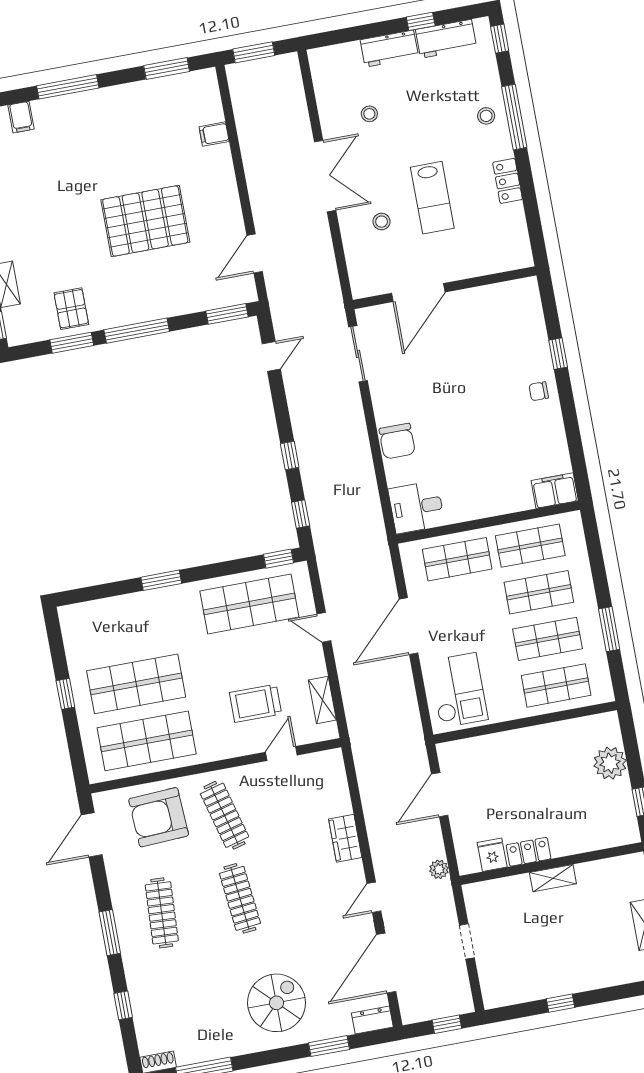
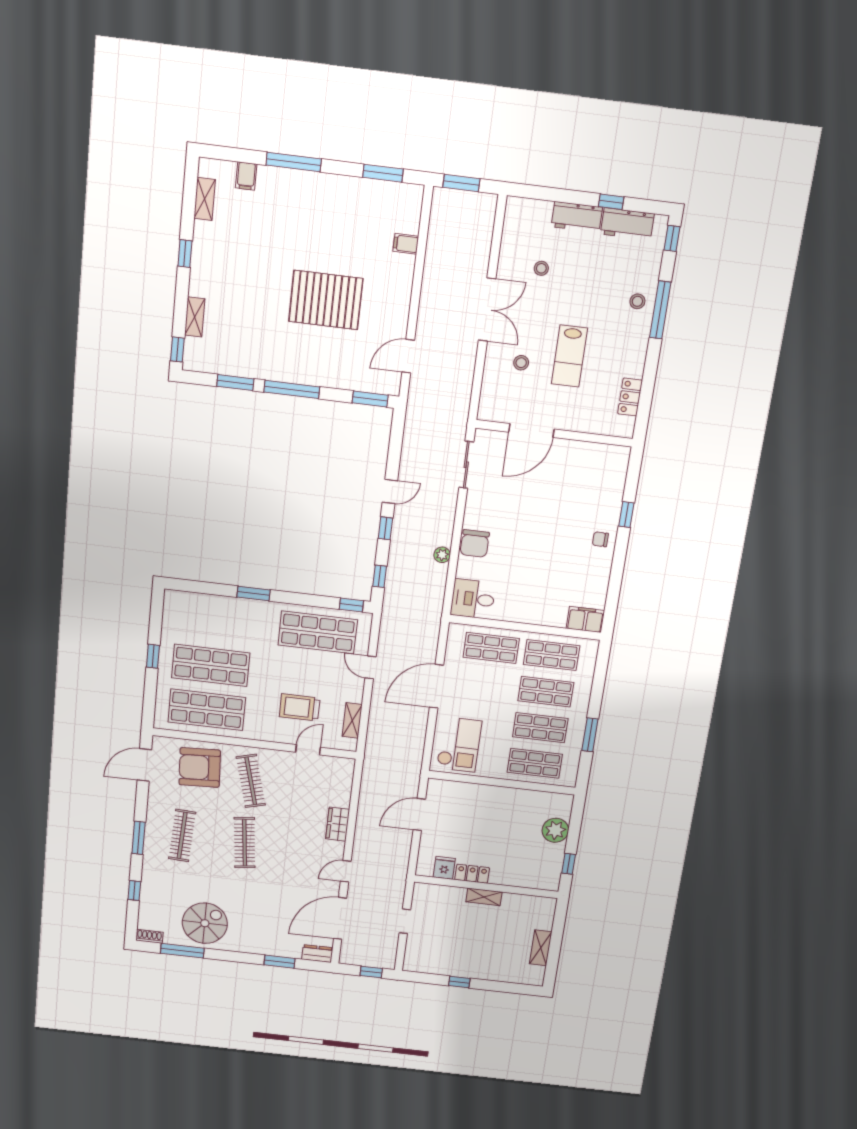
locker: (508, 181) -> (630, 397), moved
pallet: (71, 309) -> (243, 354), removed
door: (271, 356) -> (390, 492), moved
plant: (439, 869) -> (442, 555), moved
spiral stairs: (277, 1003) -> (205, 923), moved

